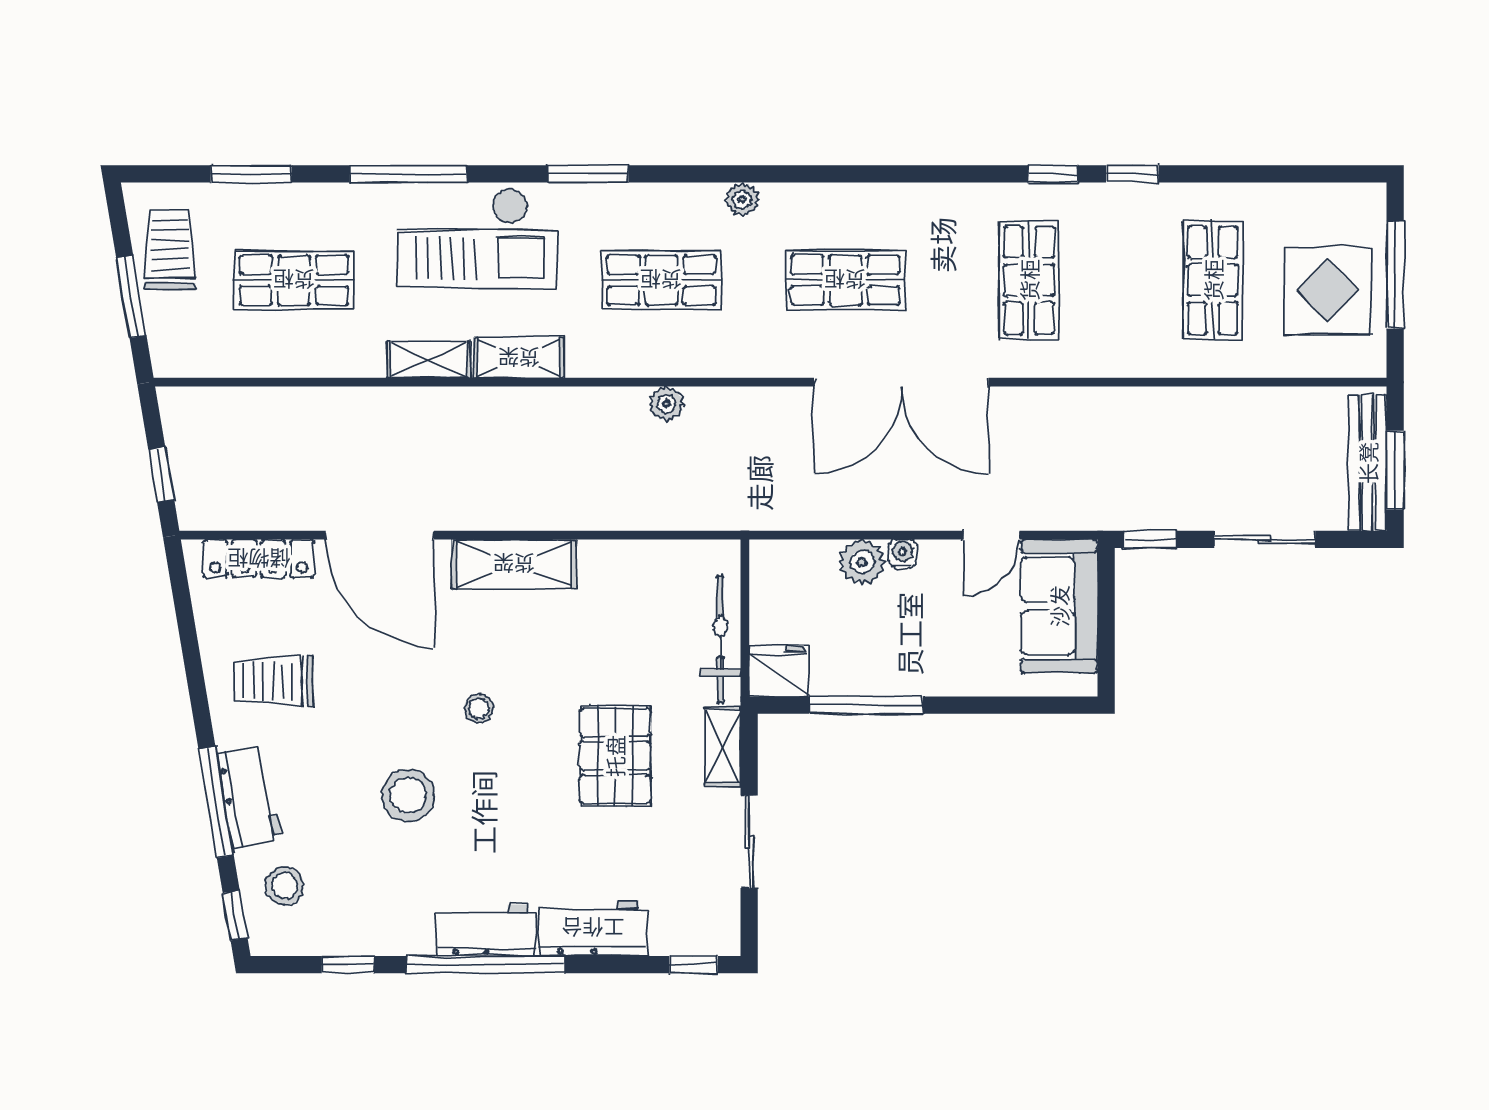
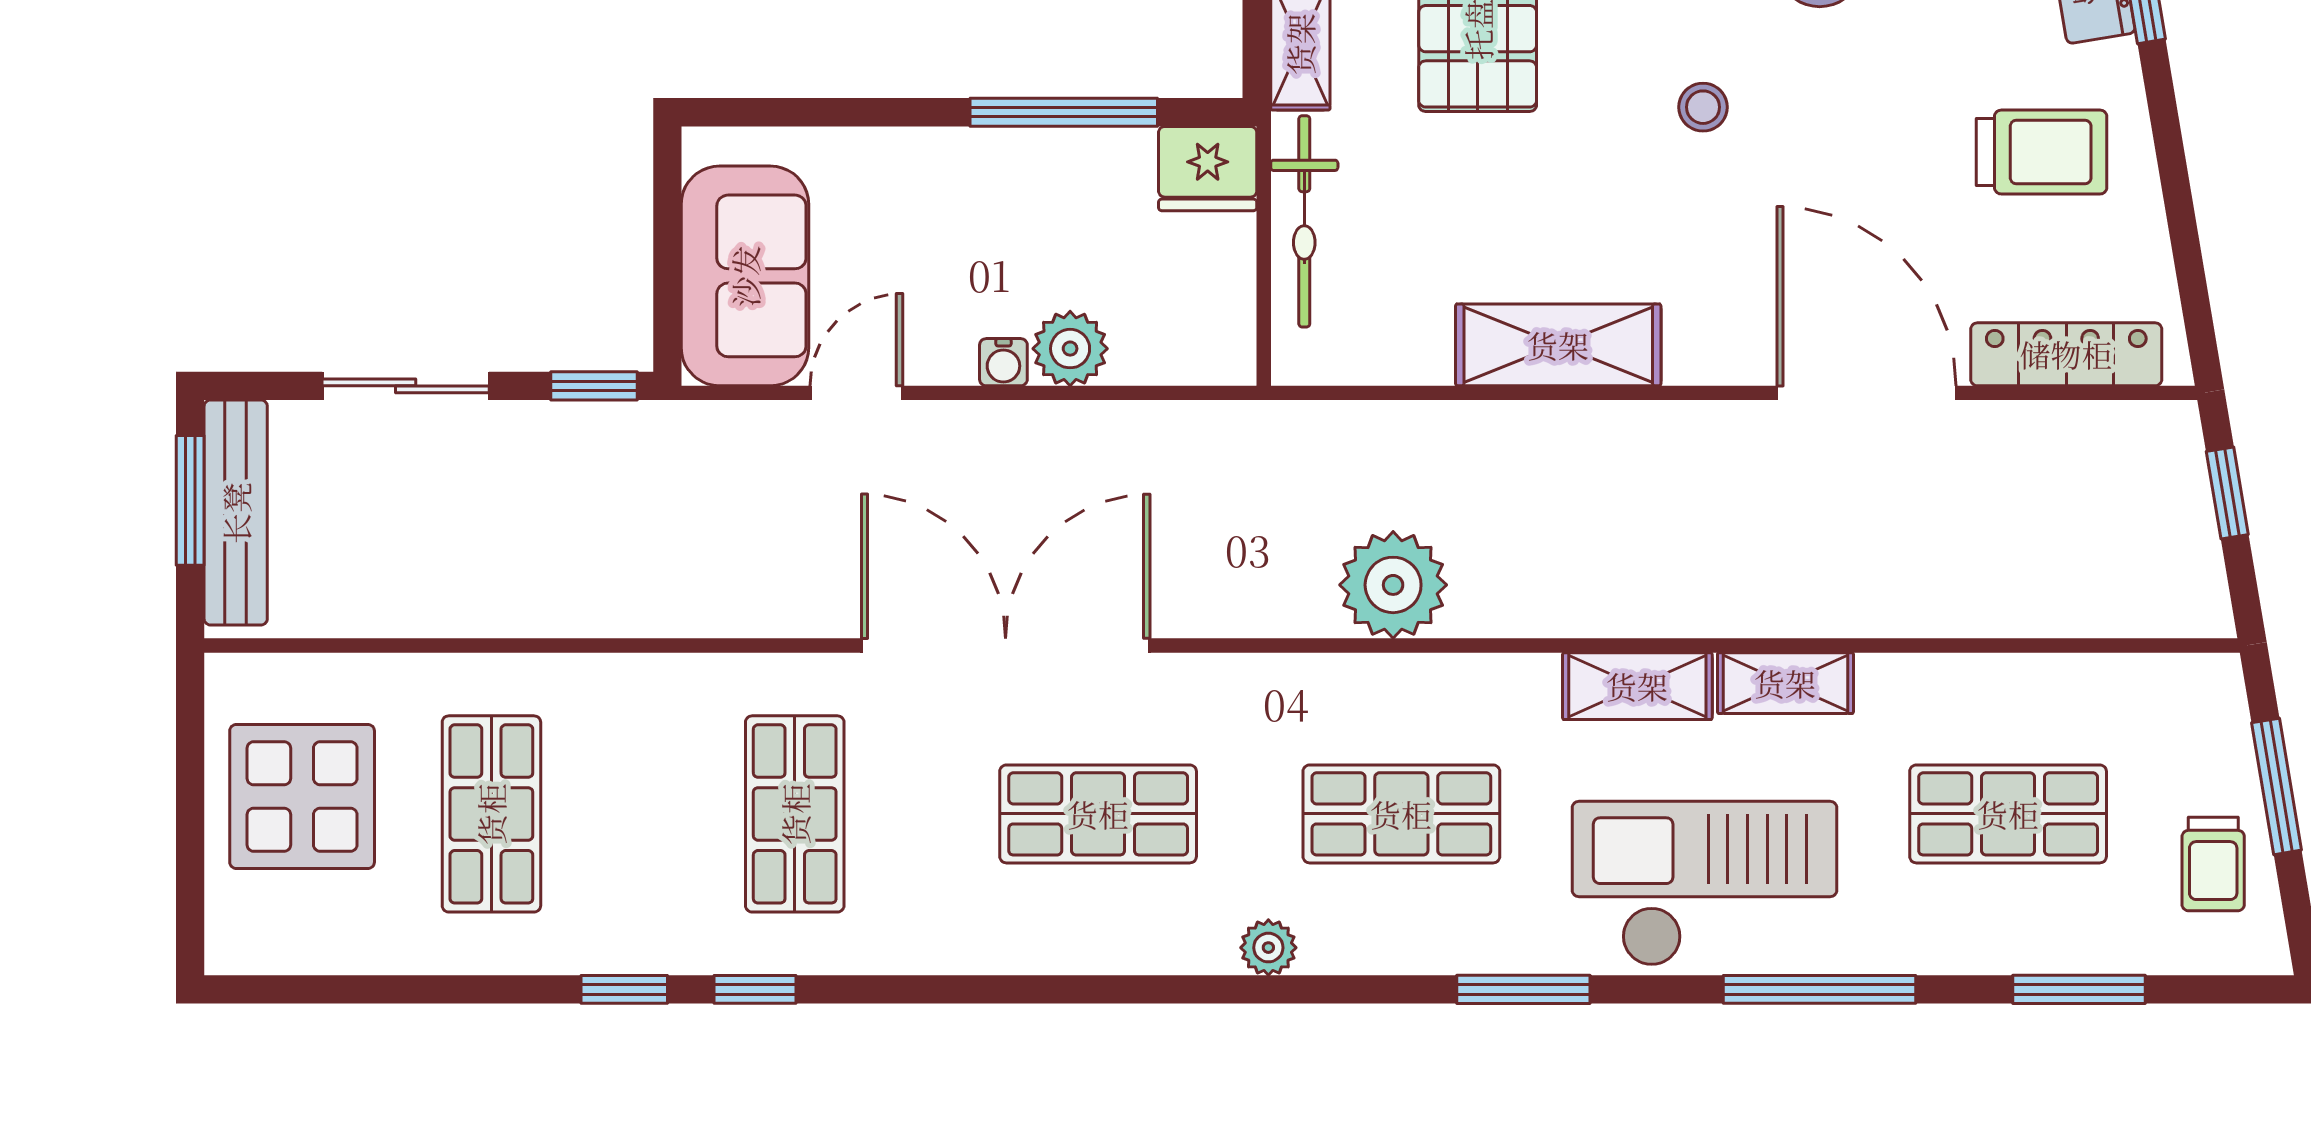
trolley: (170, 250) -> (2213, 864), width x0.73, depth x0.72
window: (1395, 275) -> (190, 823), removed
plant: (667, 404) -> (1393, 585), width x1.87, depth x1.87
shelving: (514, 564) -> (1558, 345), moved

